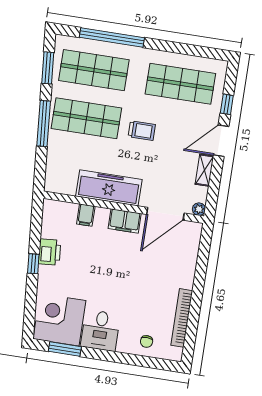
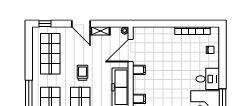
window: (227, 104) -> (45, 24), moved
door: (165, 214) -> (131, 51), swing flipped
filing cabinet: (125, 221) -> (139, 70), width x0.50

